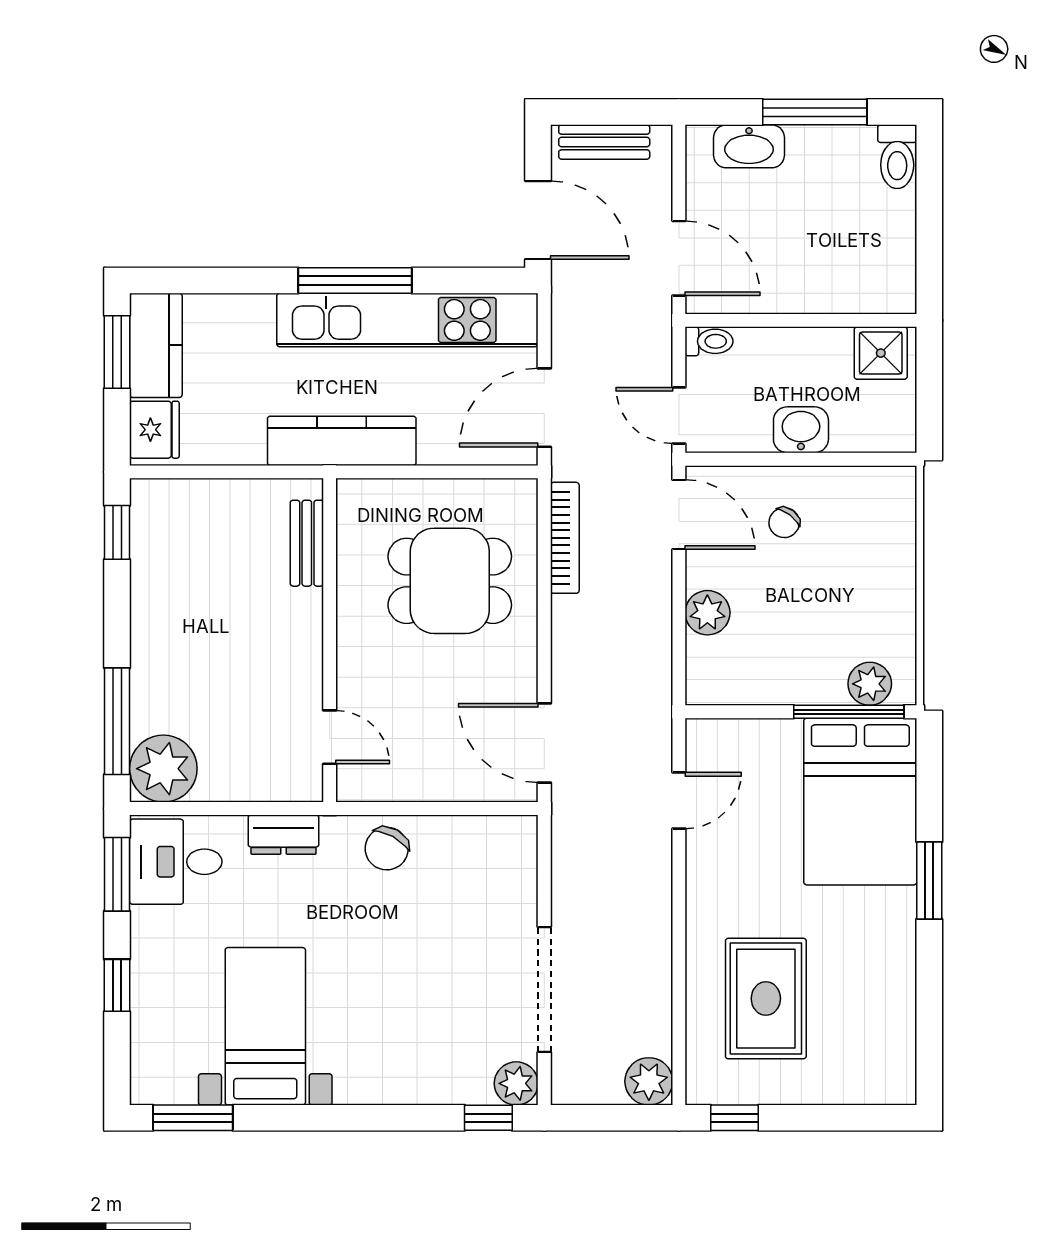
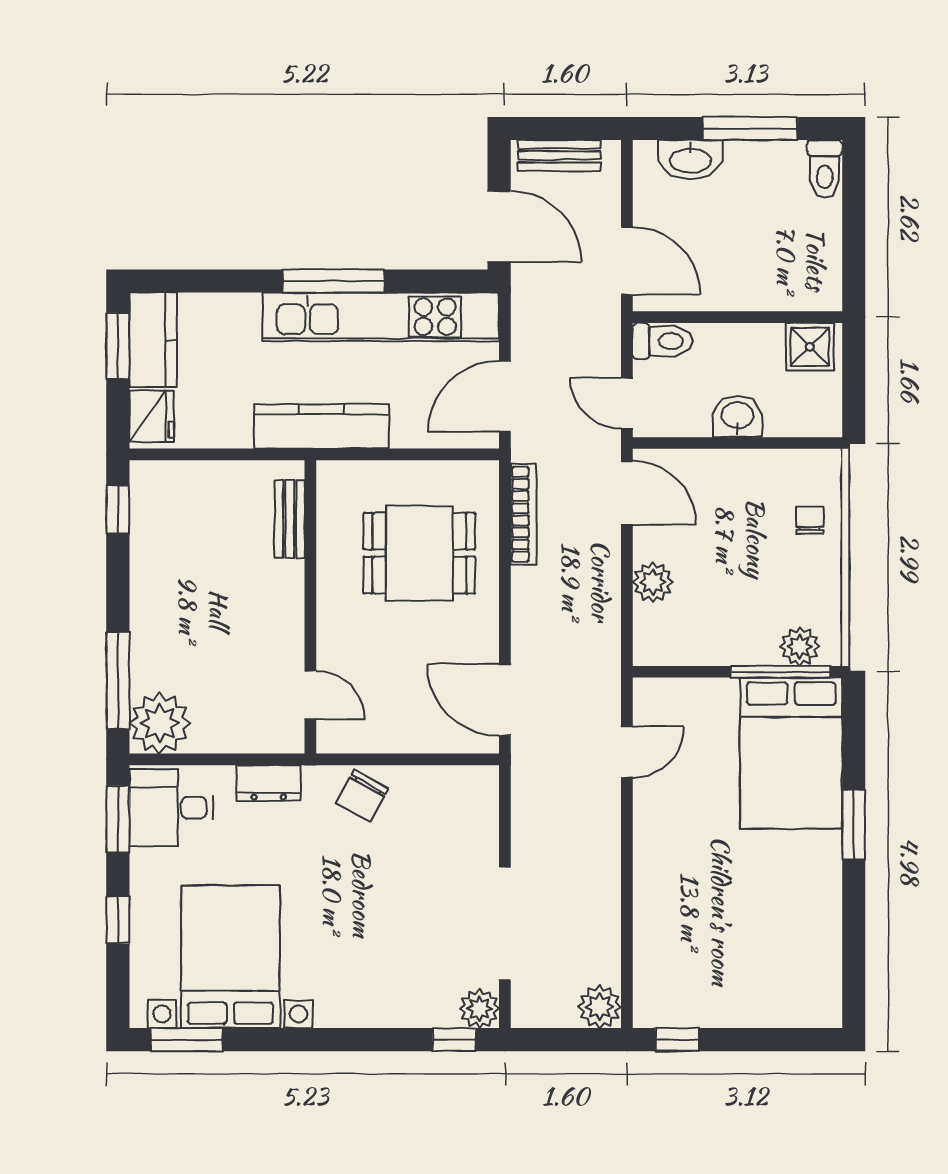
toilet: (709, 341) -> (663, 341), width x1.37, depth x1.39
chair: (784, 523) -> (810, 520), moved, turned 143
rug: (766, 999) -> (706, 932), removed
bed with nightstands: (265, 1026) -> (230, 957), width x1.36

